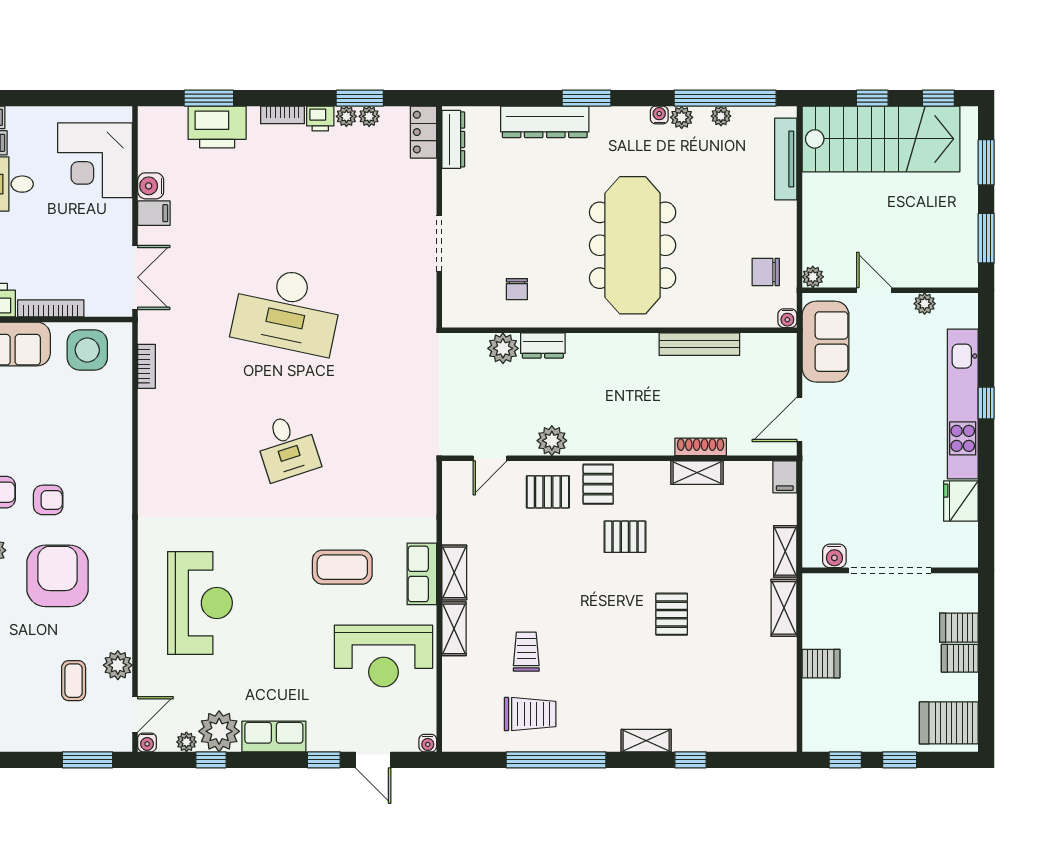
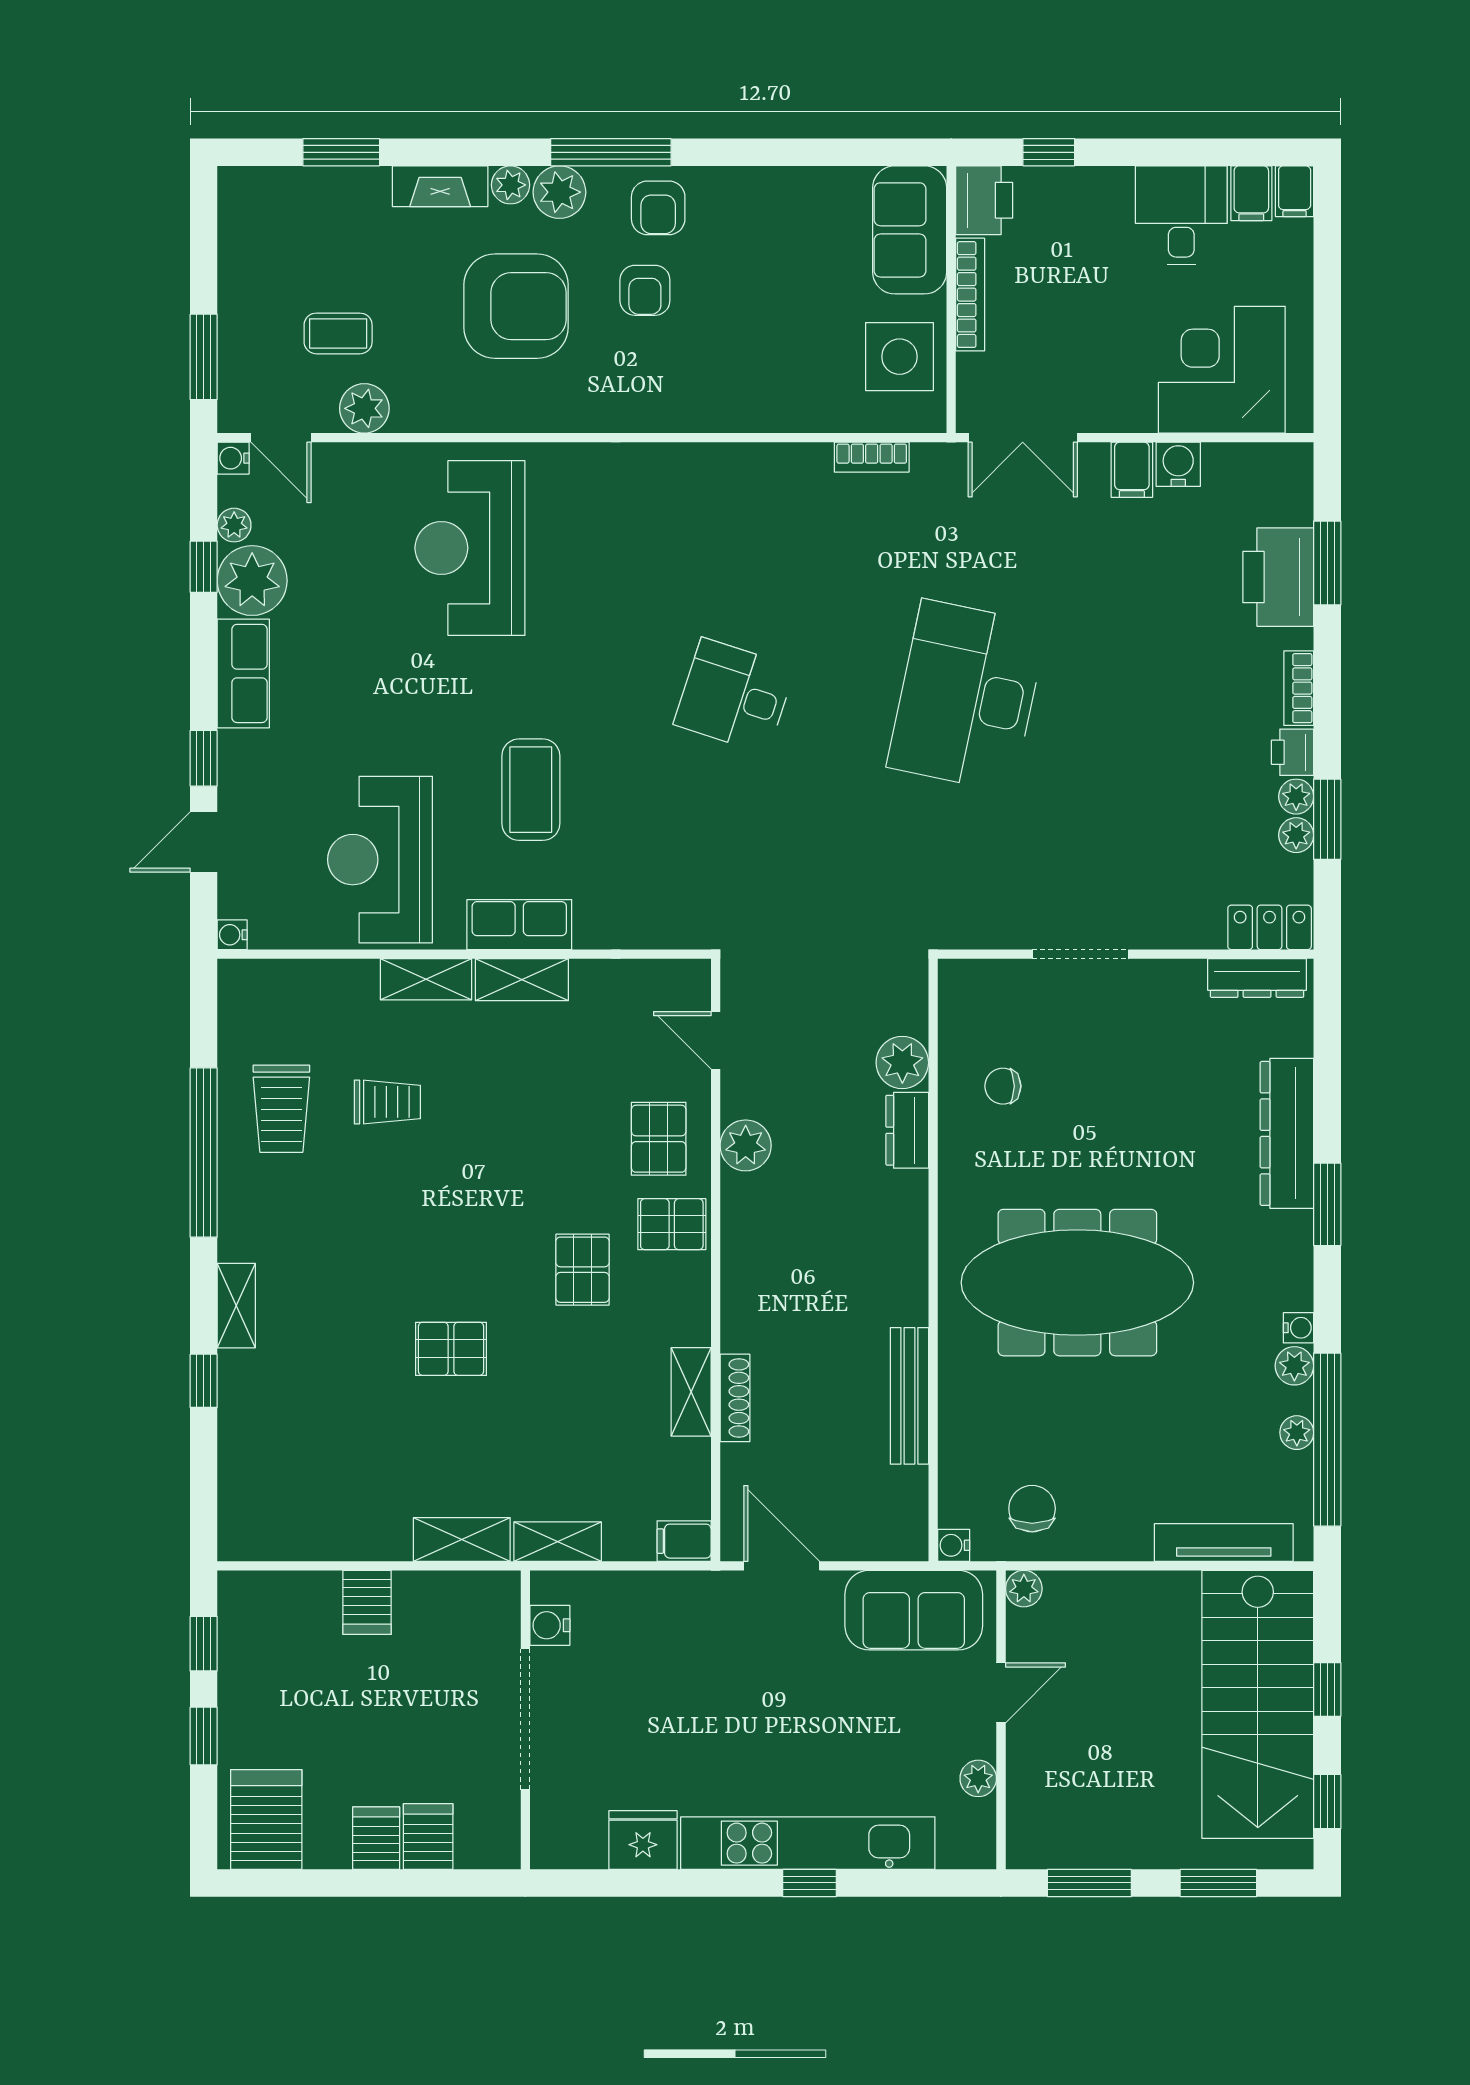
desk: (287, 447) -> (734, 696), turned 36
reception desk: (200, 603) -> (470, 548), turned 90

